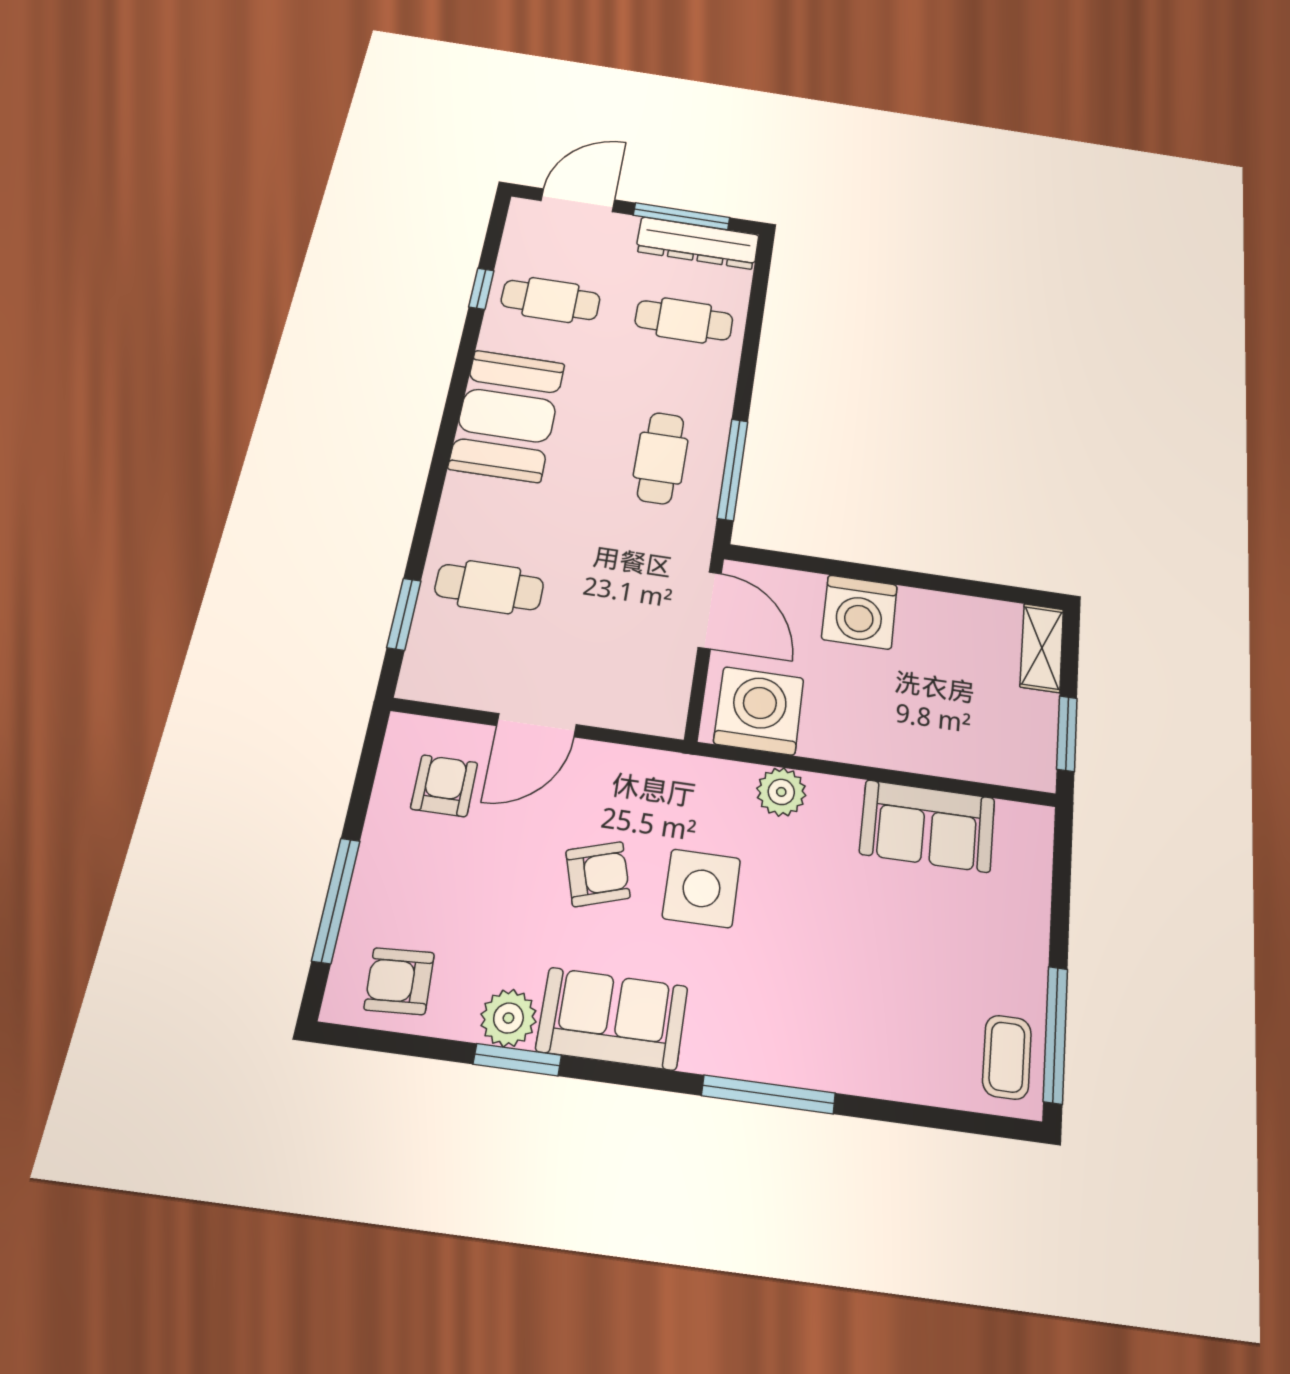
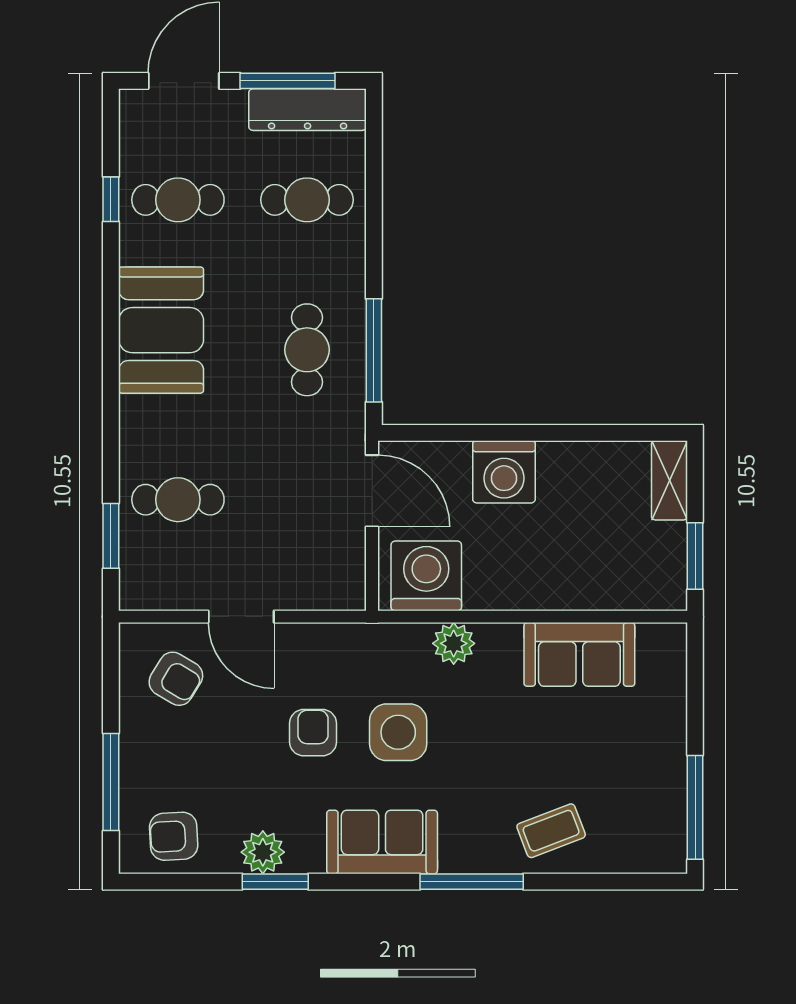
door: (536, 725) -> (241, 617), hinge flipped
armchair: (444, 786) -> (176, 679), turned 121
armchair: (598, 874) -> (313, 733), turned -73
sofa: (612, 1019) -> (382, 842), moved
coffee table: (1007, 1057) -> (551, 831), moved, turned 69

